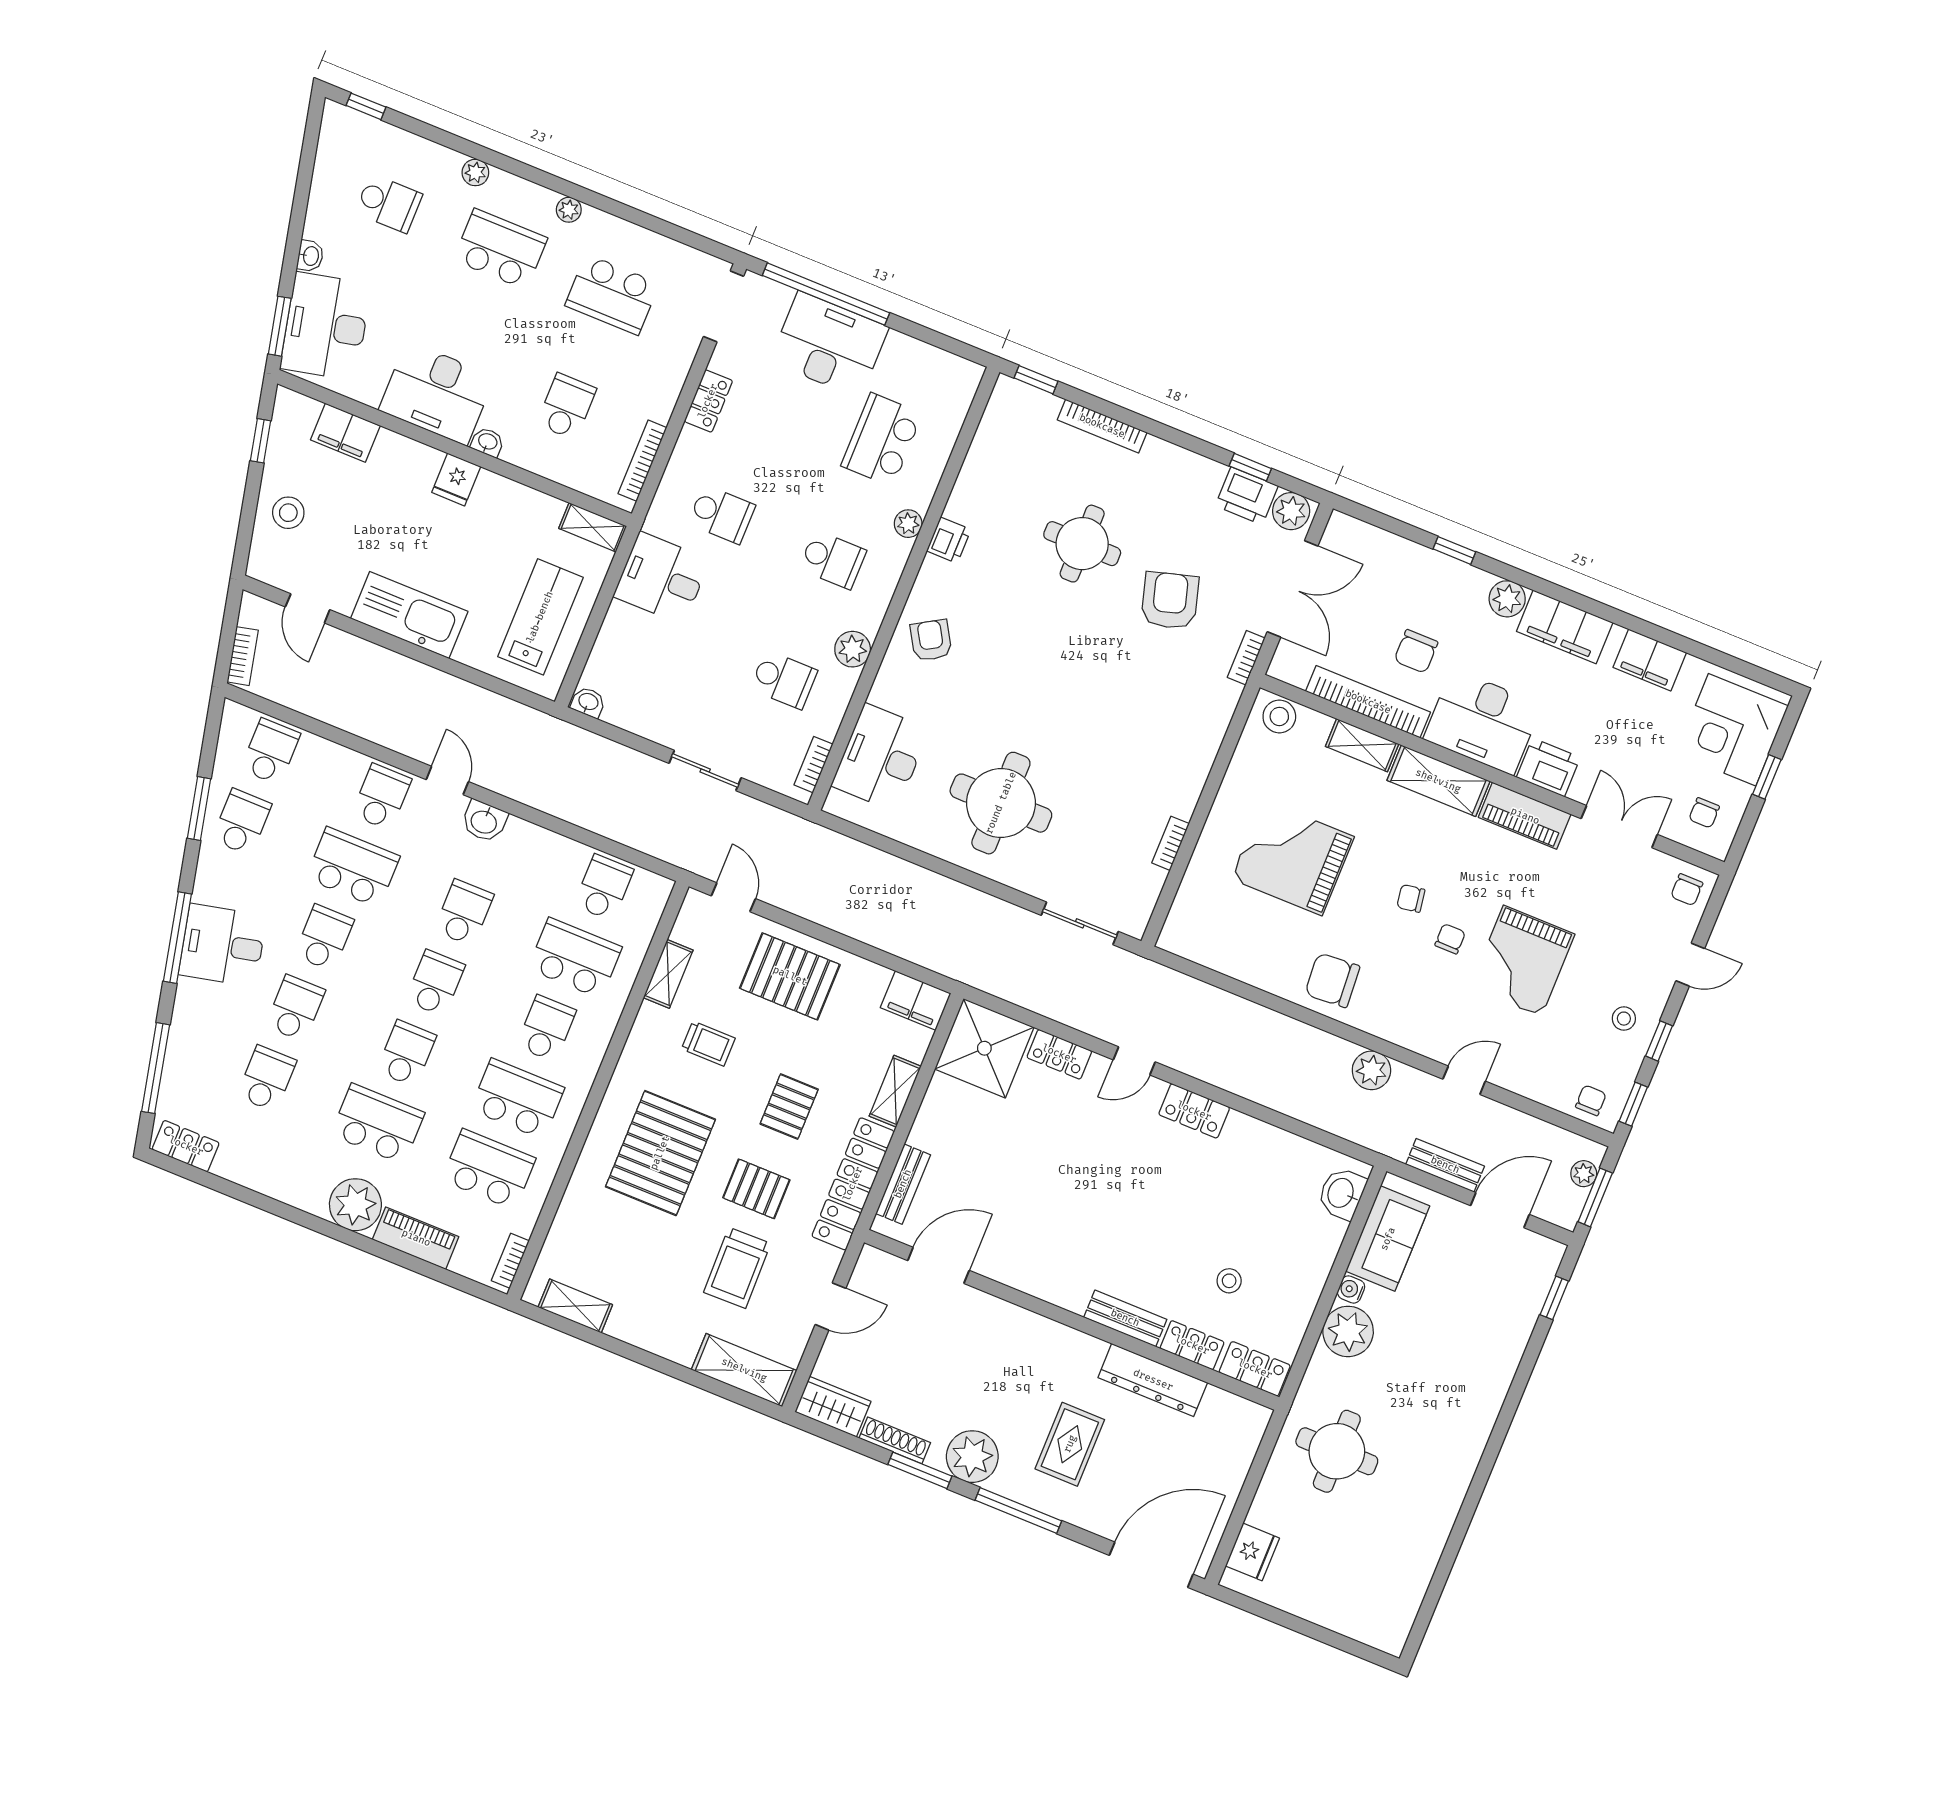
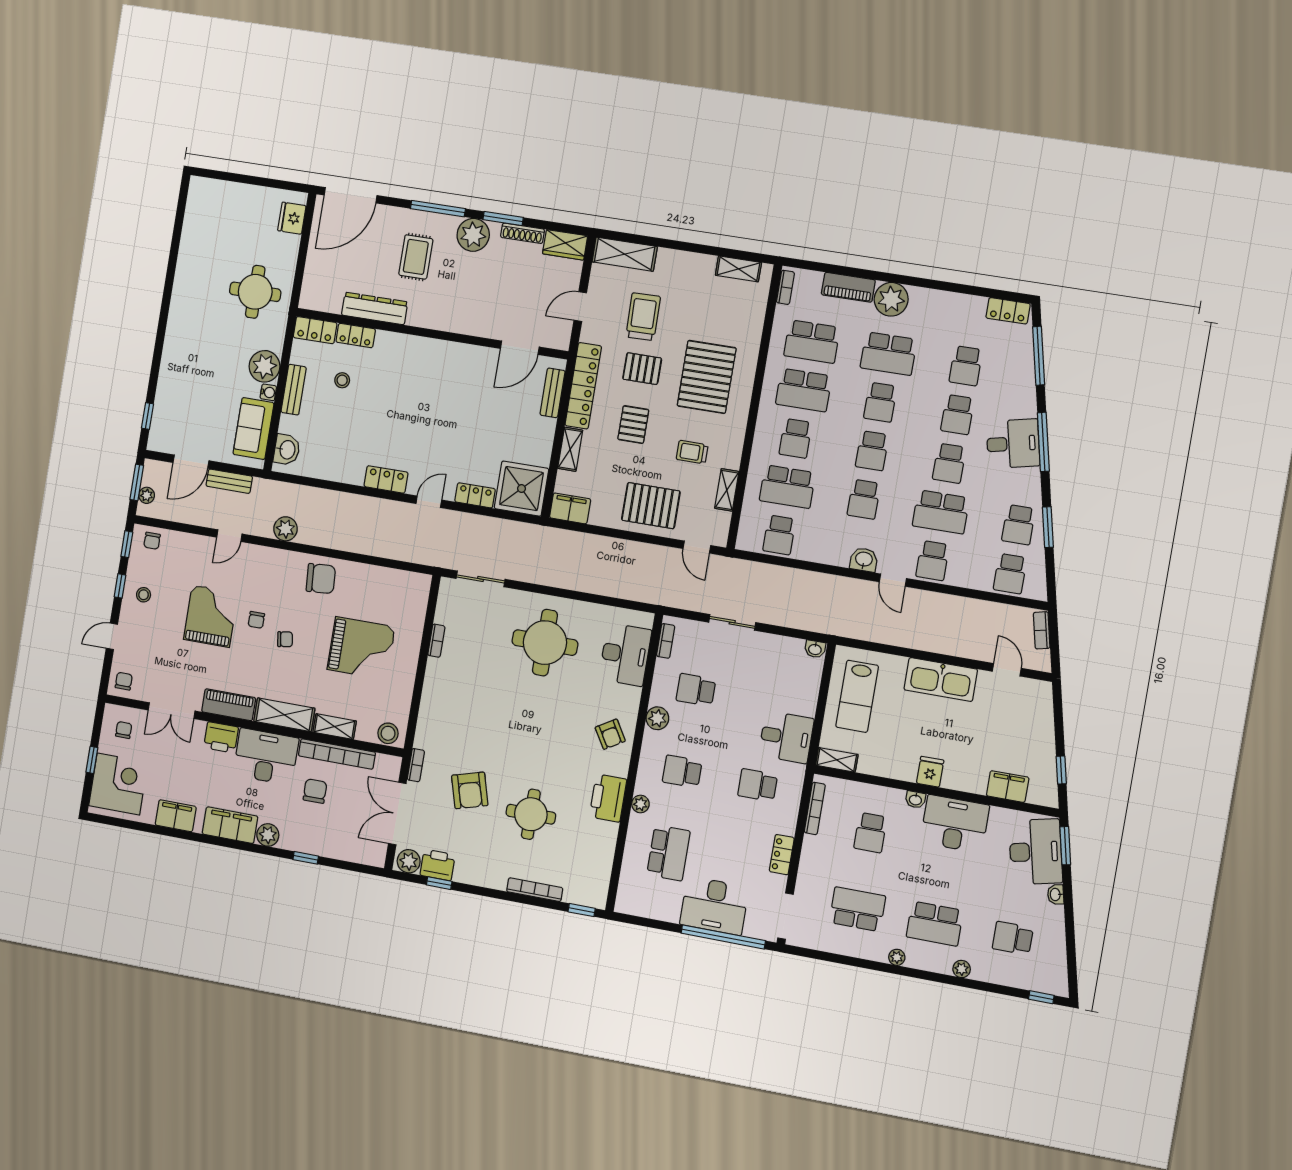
stool: (288, 513) -> (1033, 728), removed
printer: (949, 540) -> (608, 798), width x1.87, depth x1.48
bench: (1125, 1318) -> (294, 390), moved, turned 90

